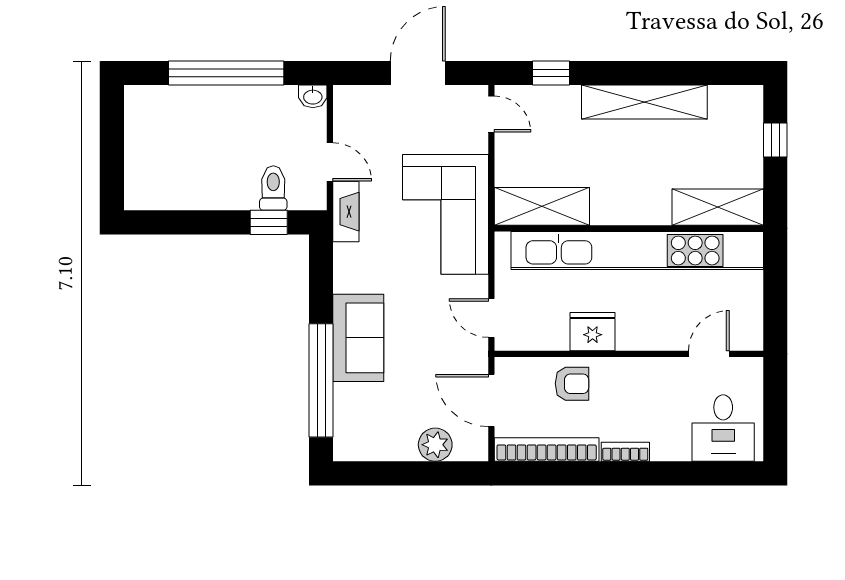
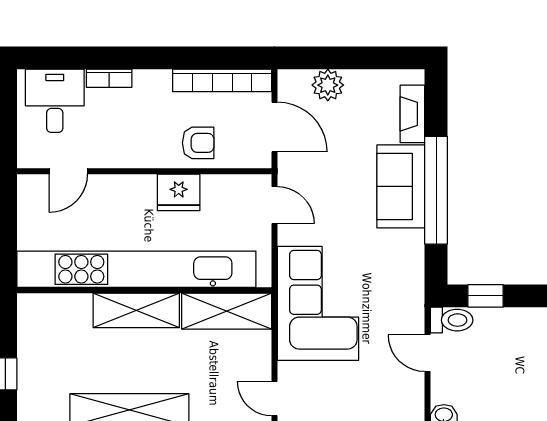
toilet: (273, 188) -> (452, 320), moved, turned -90
shelving: (718, 207) -> (136, 310), moved
fireplace: (346, 212) -> (412, 114), moved
window: (321, 380) -> (436, 190), moved
armchair: (572, 384) -> (198, 143), turned 180
bookcase: (625, 452) -> (109, 78), moved

